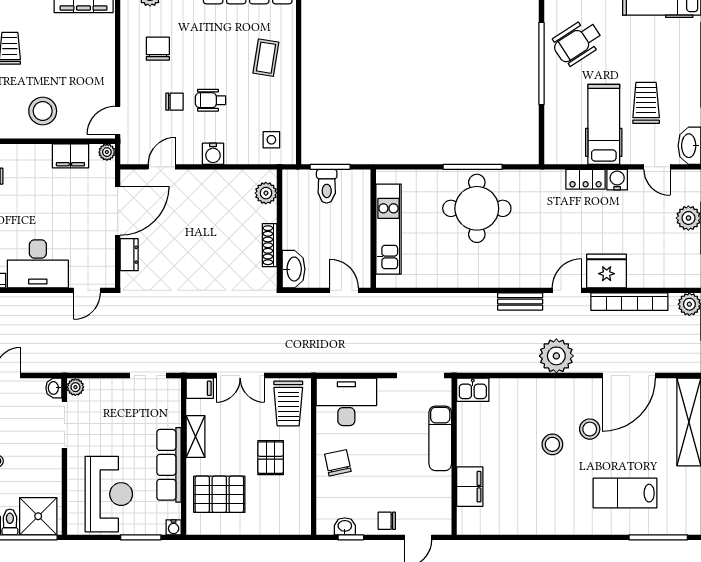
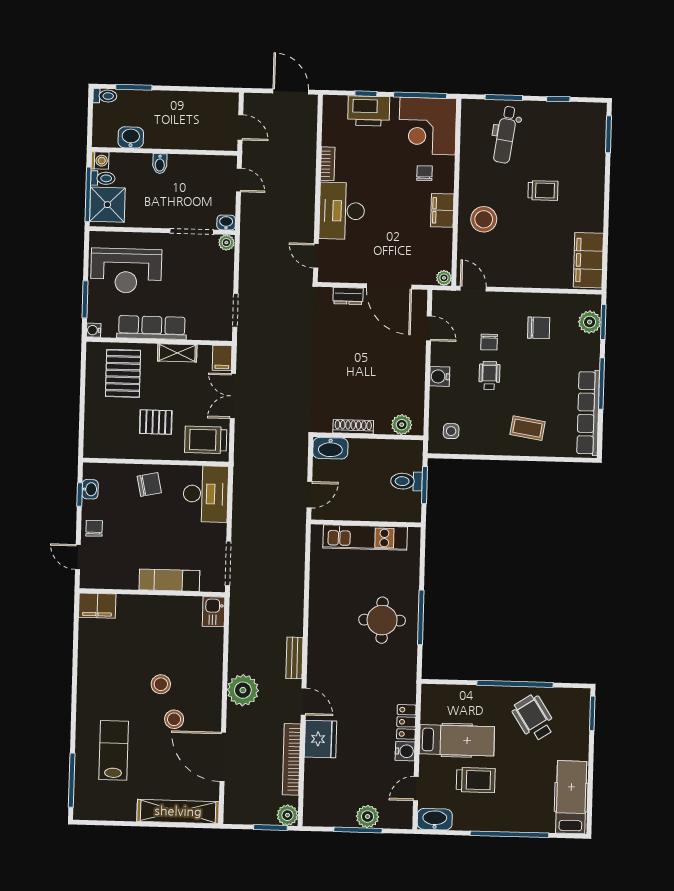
filing cabinet: (70, 156) -> (442, 210), moved
round table: (477, 208) -> (382, 620), width x0.73, depth x0.73
filing cabinet: (470, 487) -> (97, 606), moved

